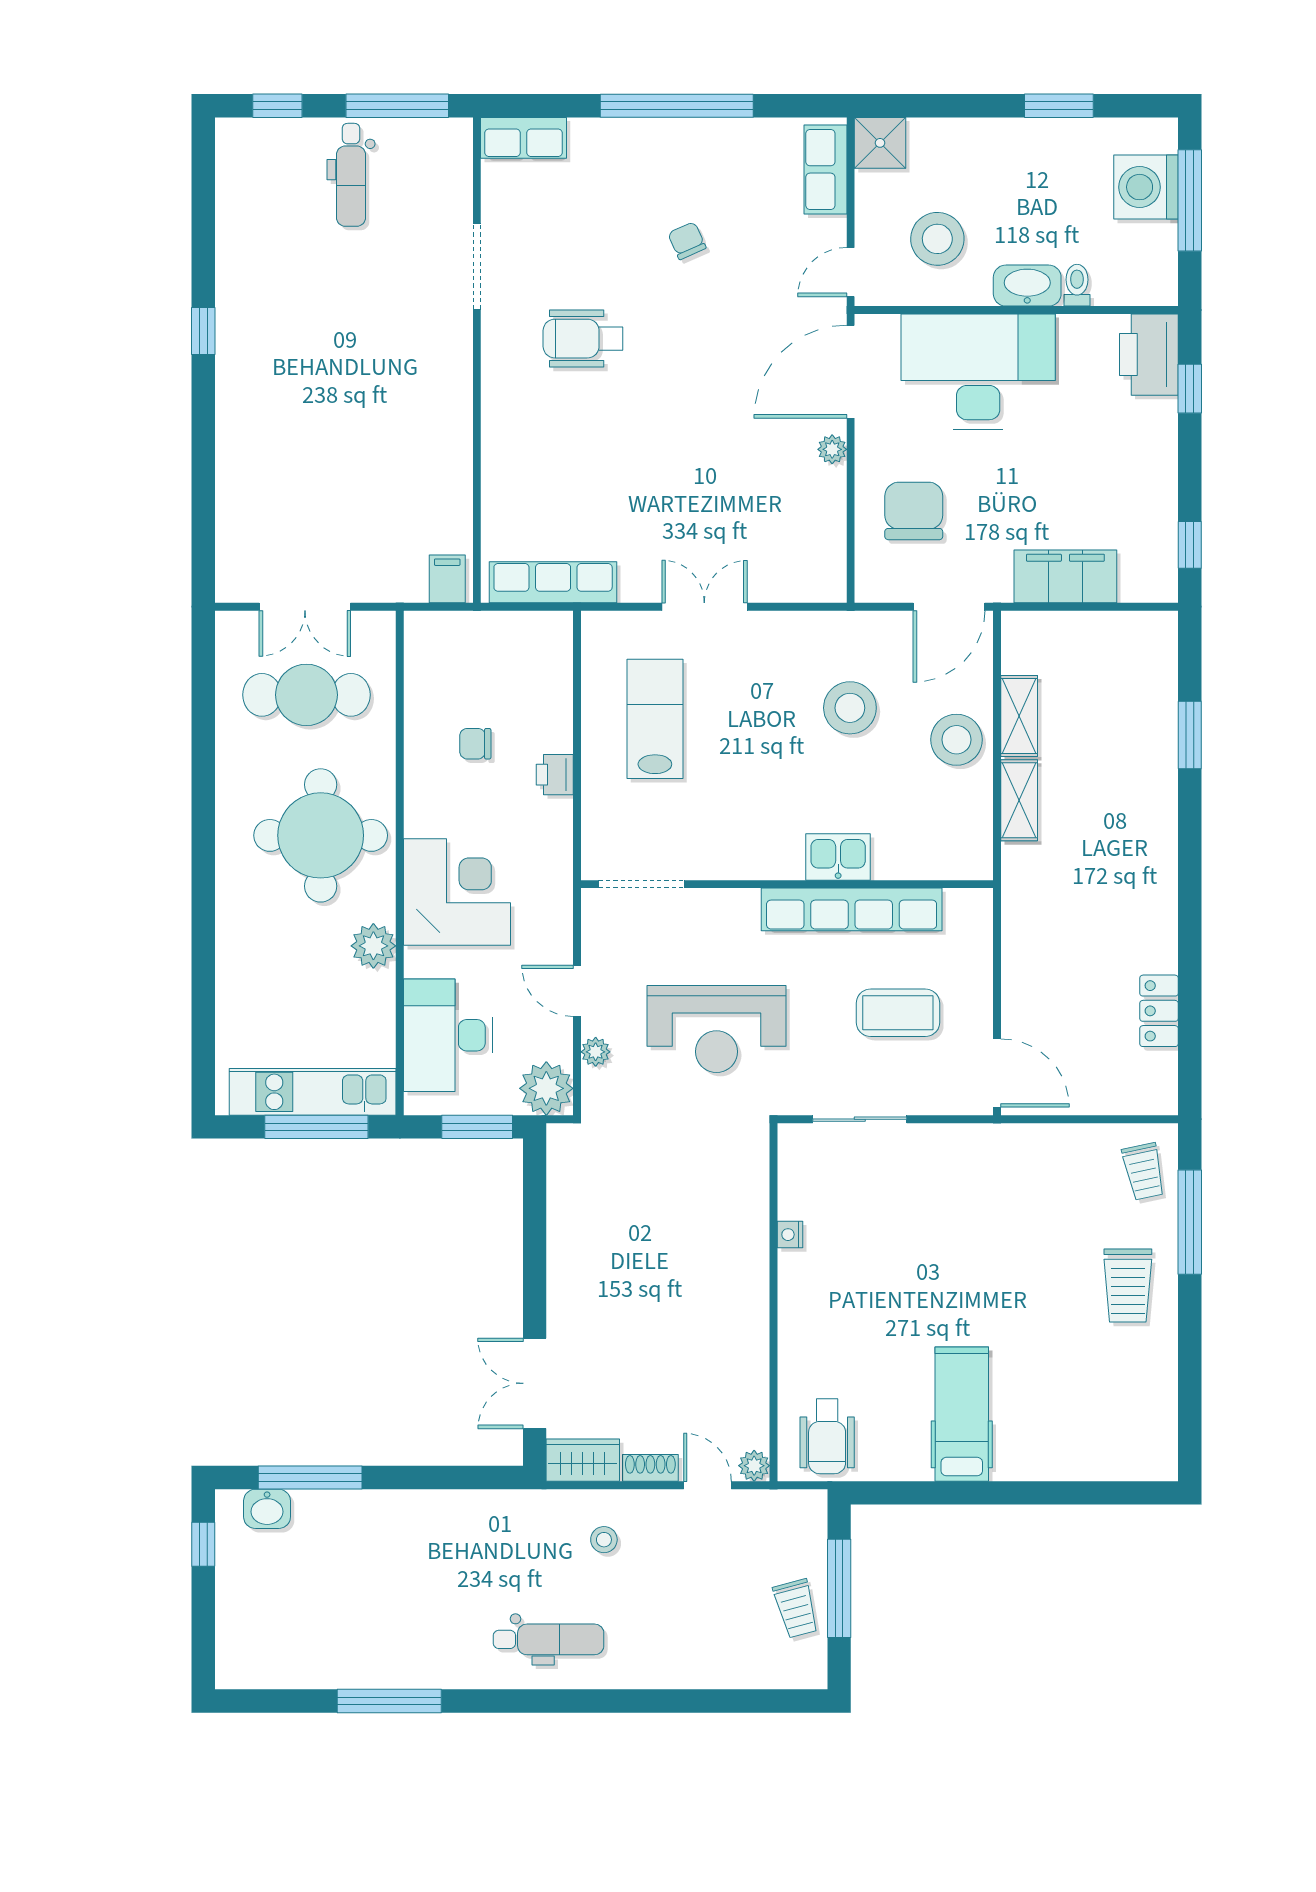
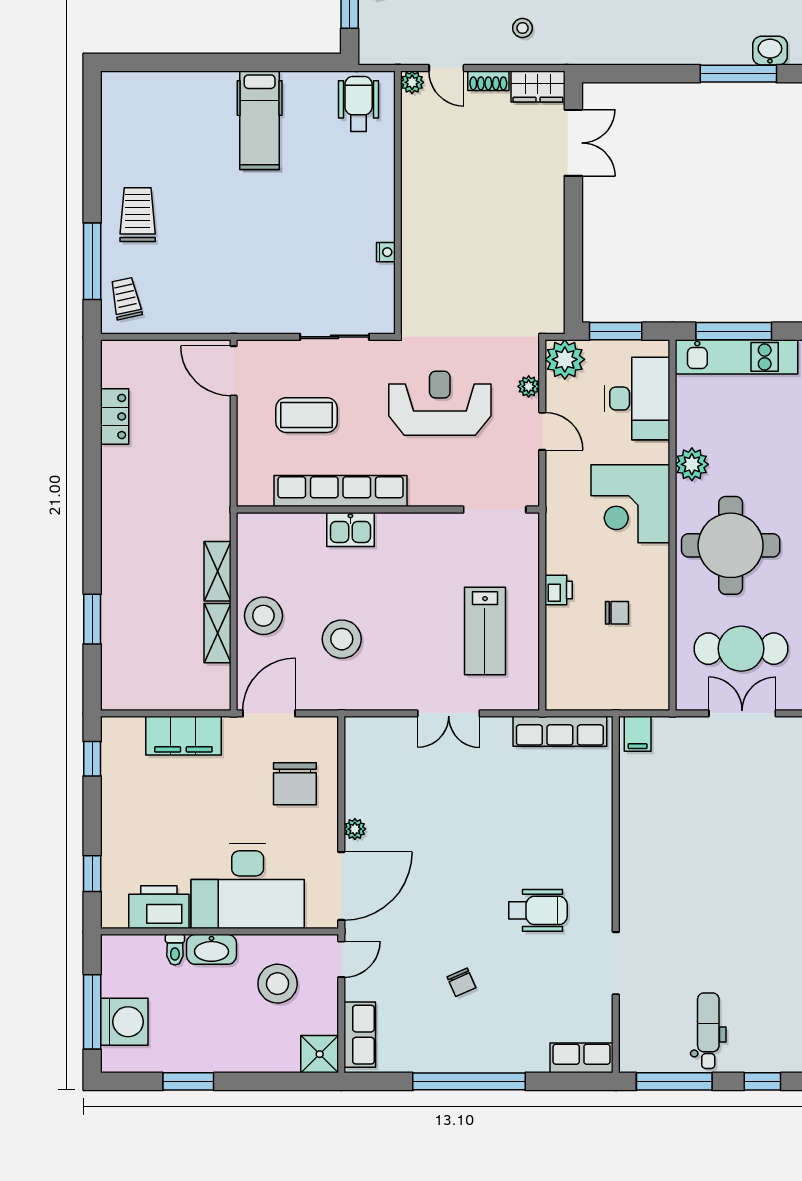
printer: (1149, 355) -> (159, 907), moved, turned -90

